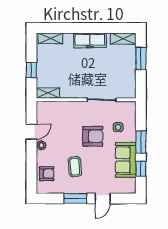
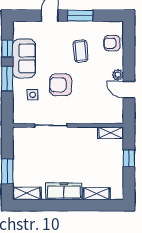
shelving: (50, 38) -> (96, 194), moved
door: (31, 132) -> (129, 90), hinge flipped

